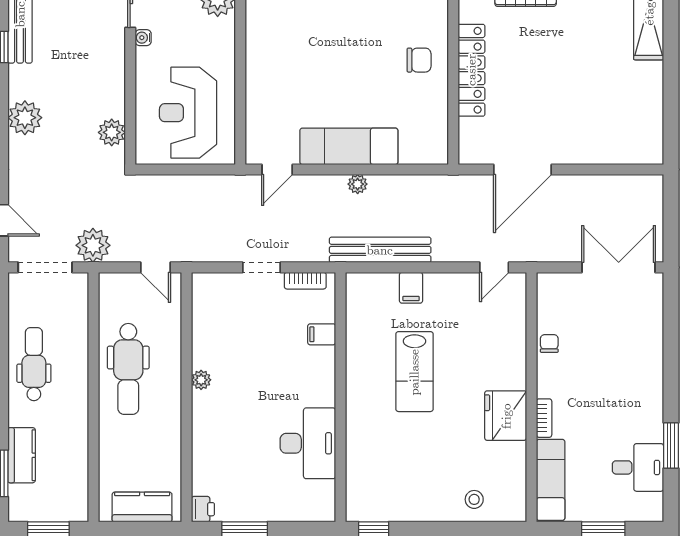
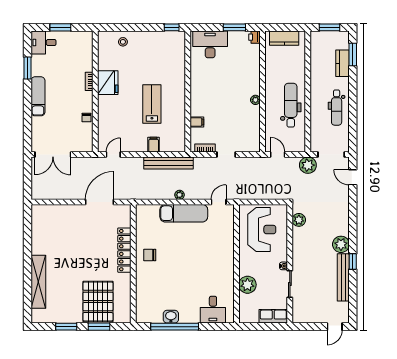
plant: (25, 118) -> (341, 244), moved
desk: (308, 443) -> (210, 44), moved, turned 90
desk: (638, 467) -> (43, 43), moved
exam couch: (551, 480) -> (38, 96), moved, turned 180

